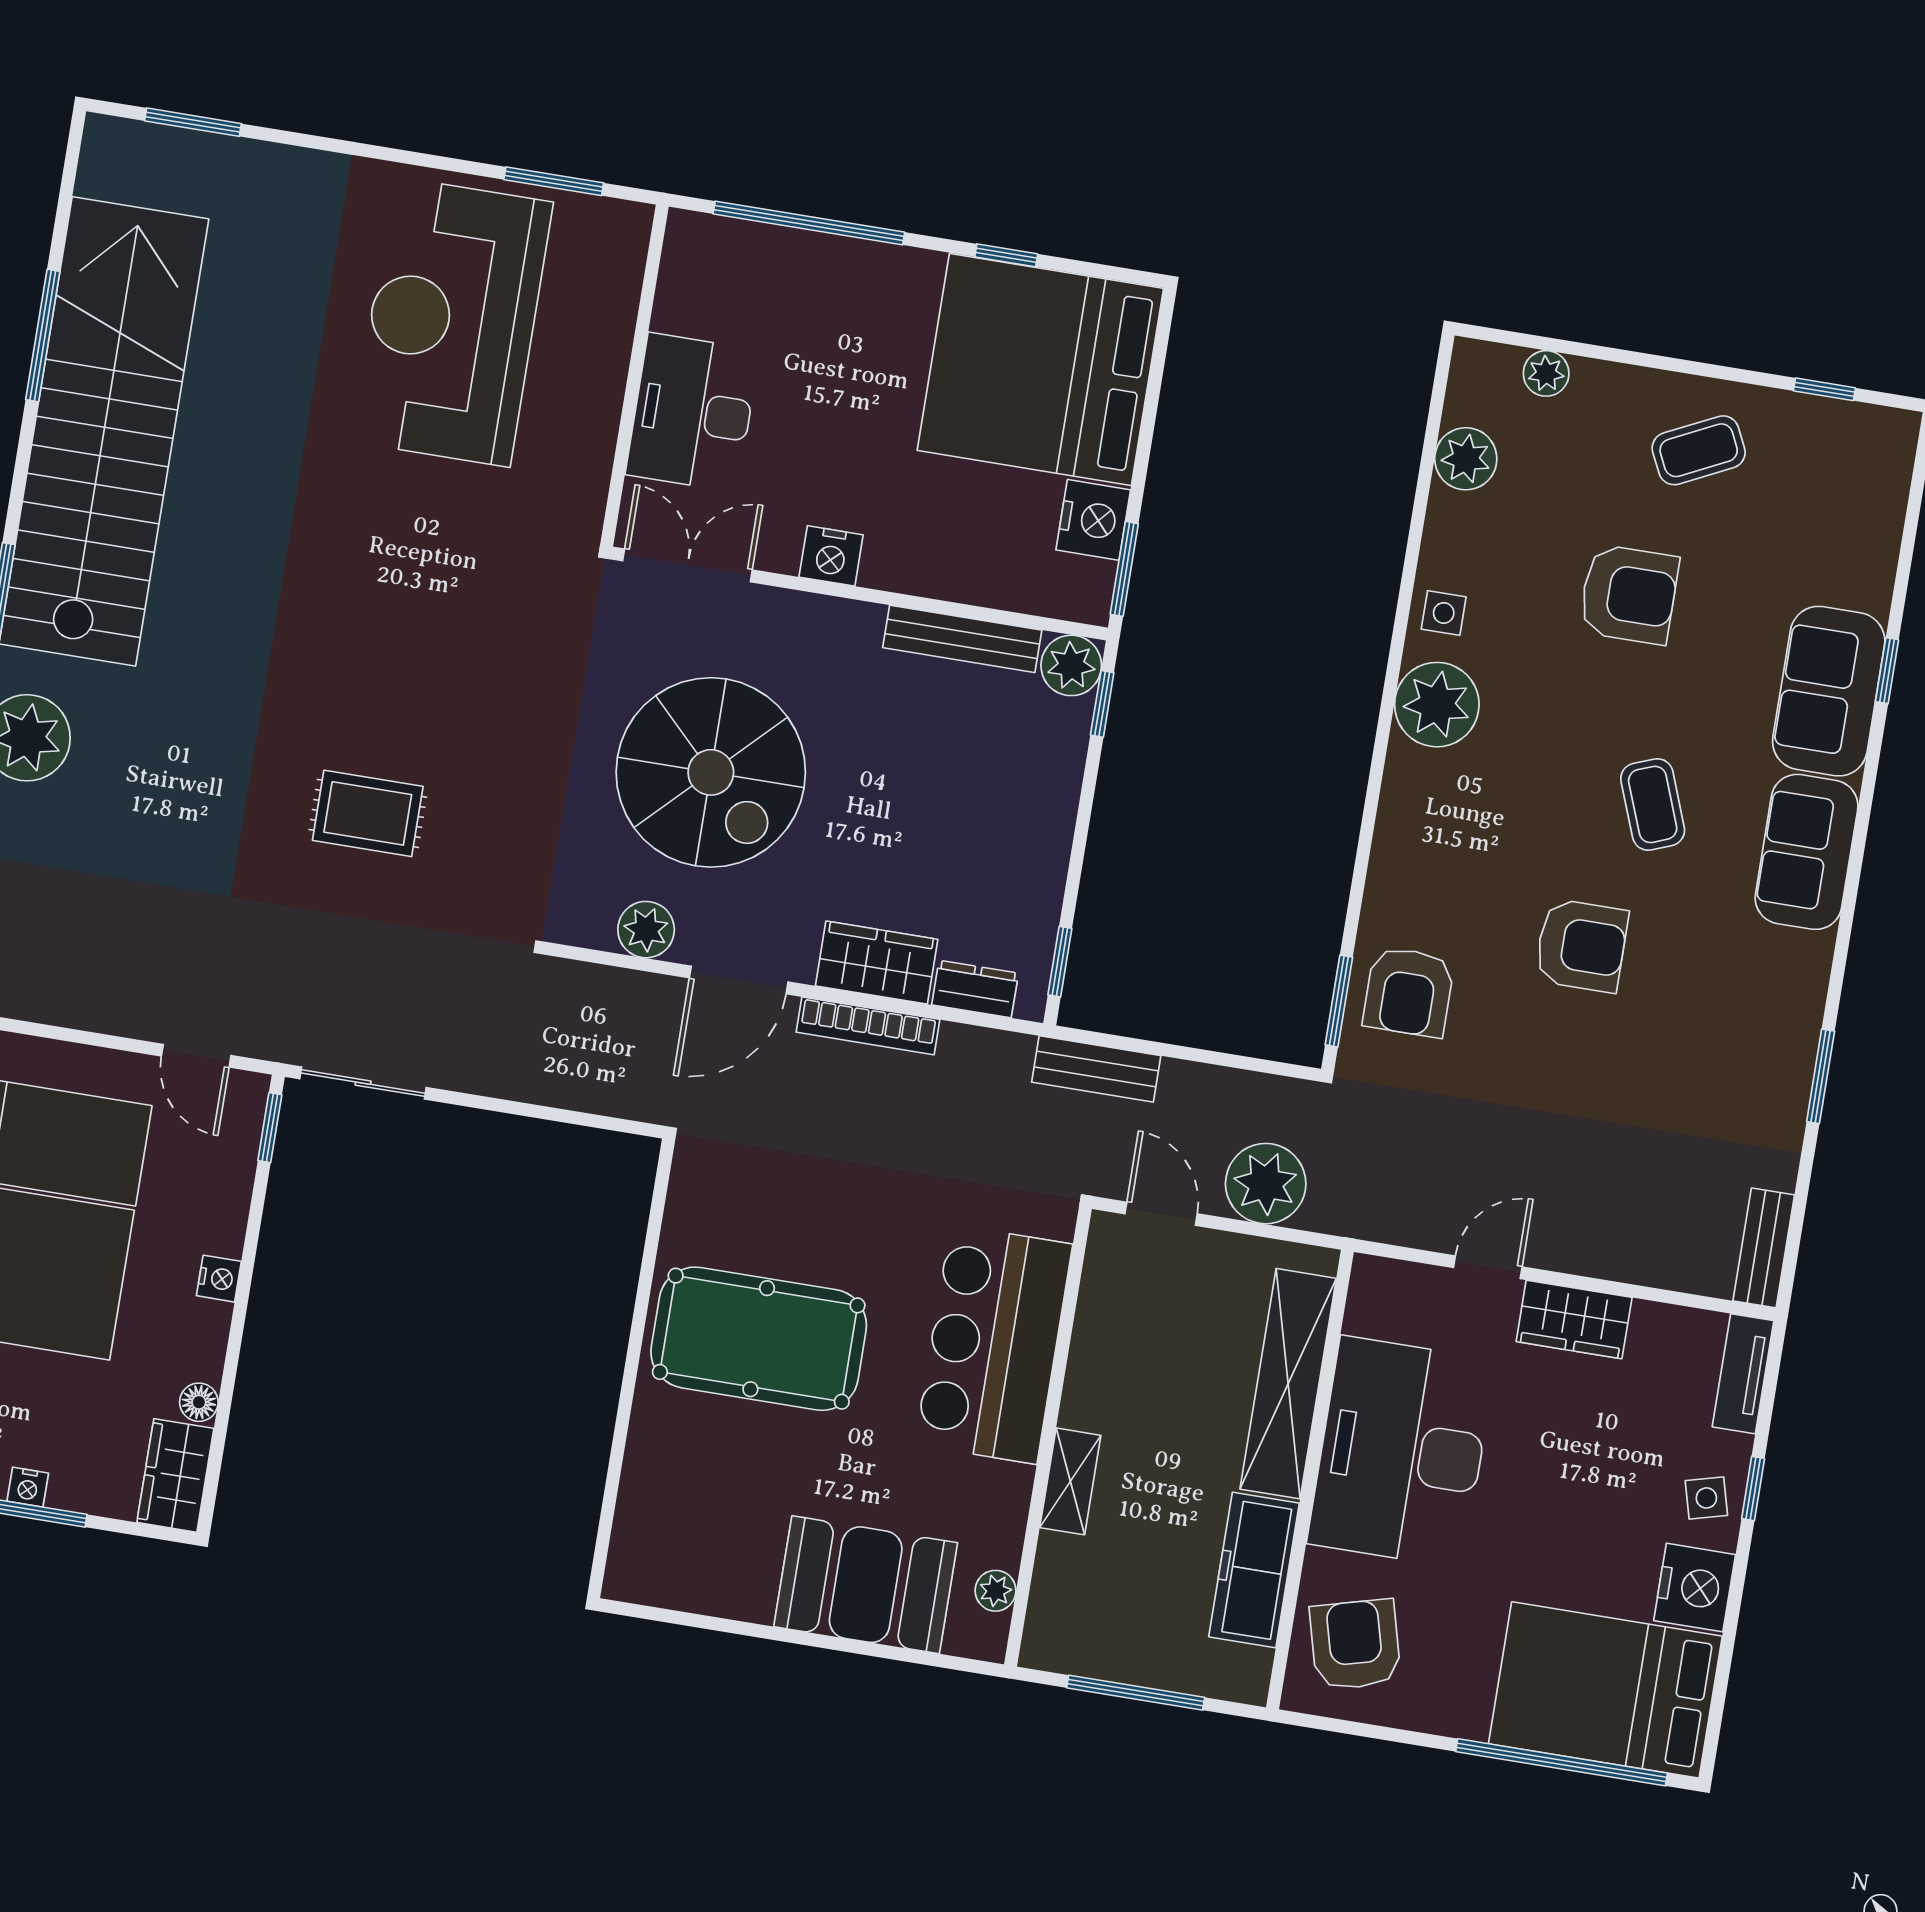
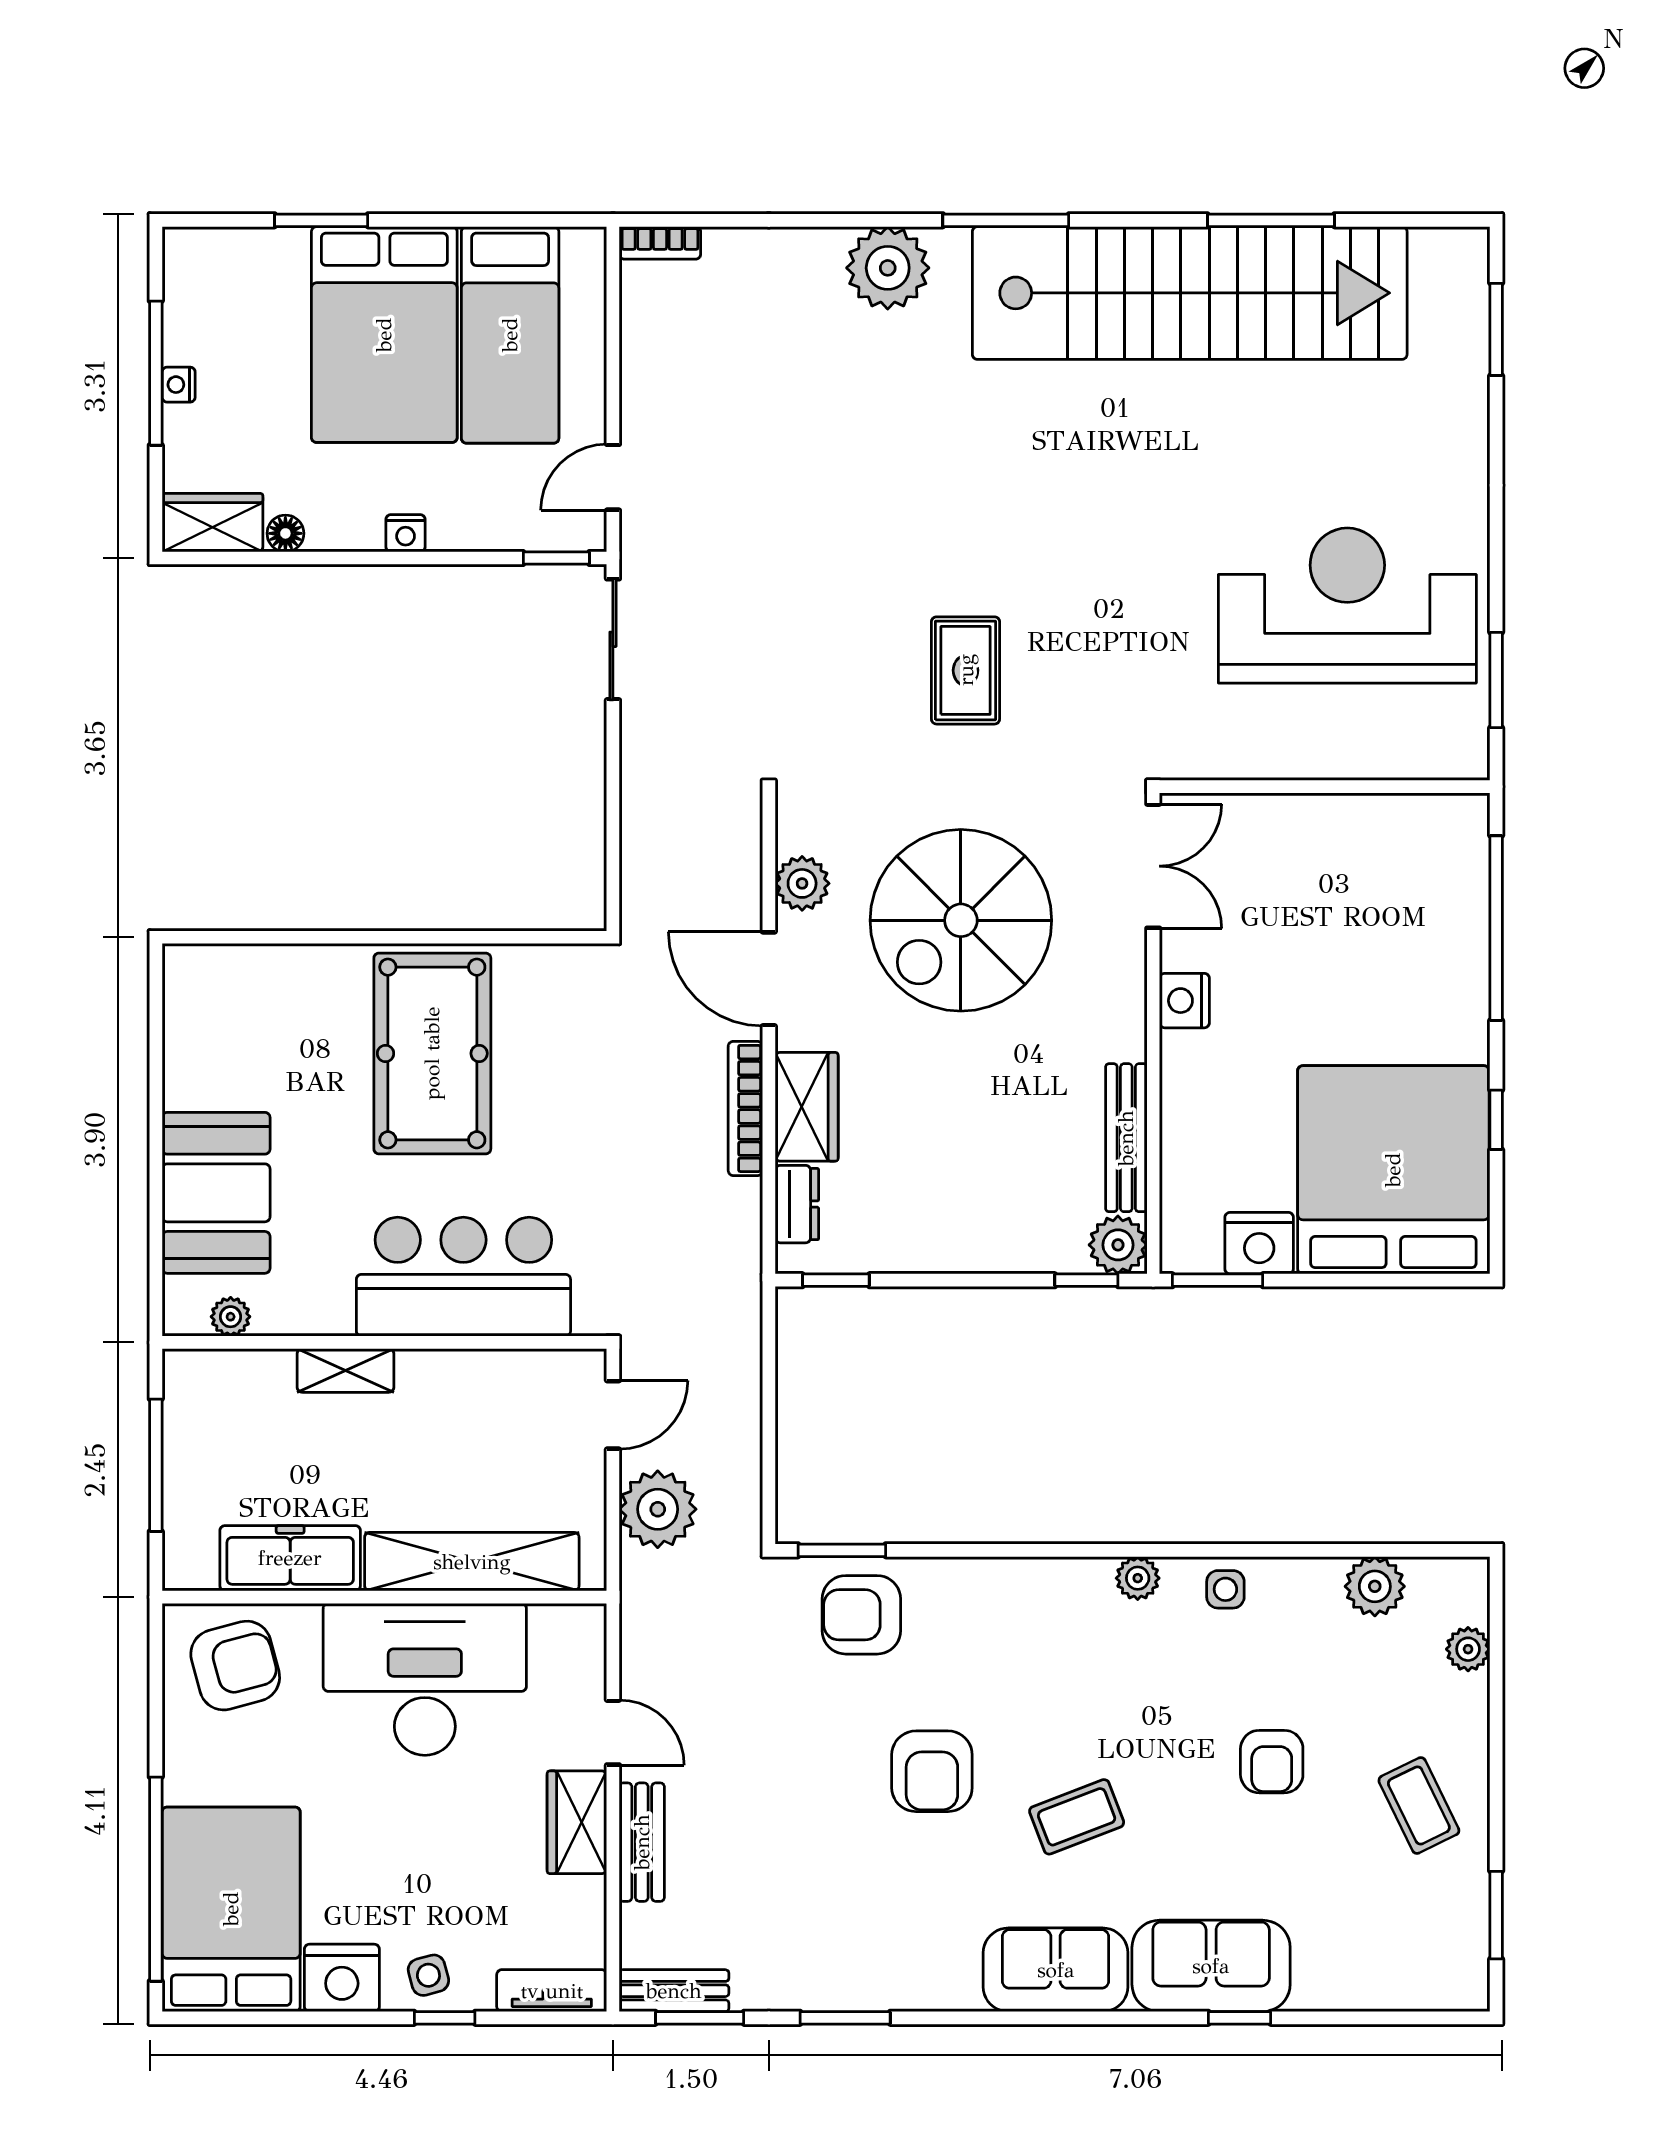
window: (1824, 389) -> (1496, 1915), width x1.50
desk: (693, 412) -> (1299, 847), removed
armchair: (1629, 594) -> (1272, 1762), width x0.72, depth x0.72
plant: (1437, 705) -> (1138, 1578), width x0.53, depth x0.53
rug: (368, 813) -> (966, 670), moved
bench: (1096, 1069) -> (642, 1842), moved
window: (1796, 1226) -> (700, 2018), added

